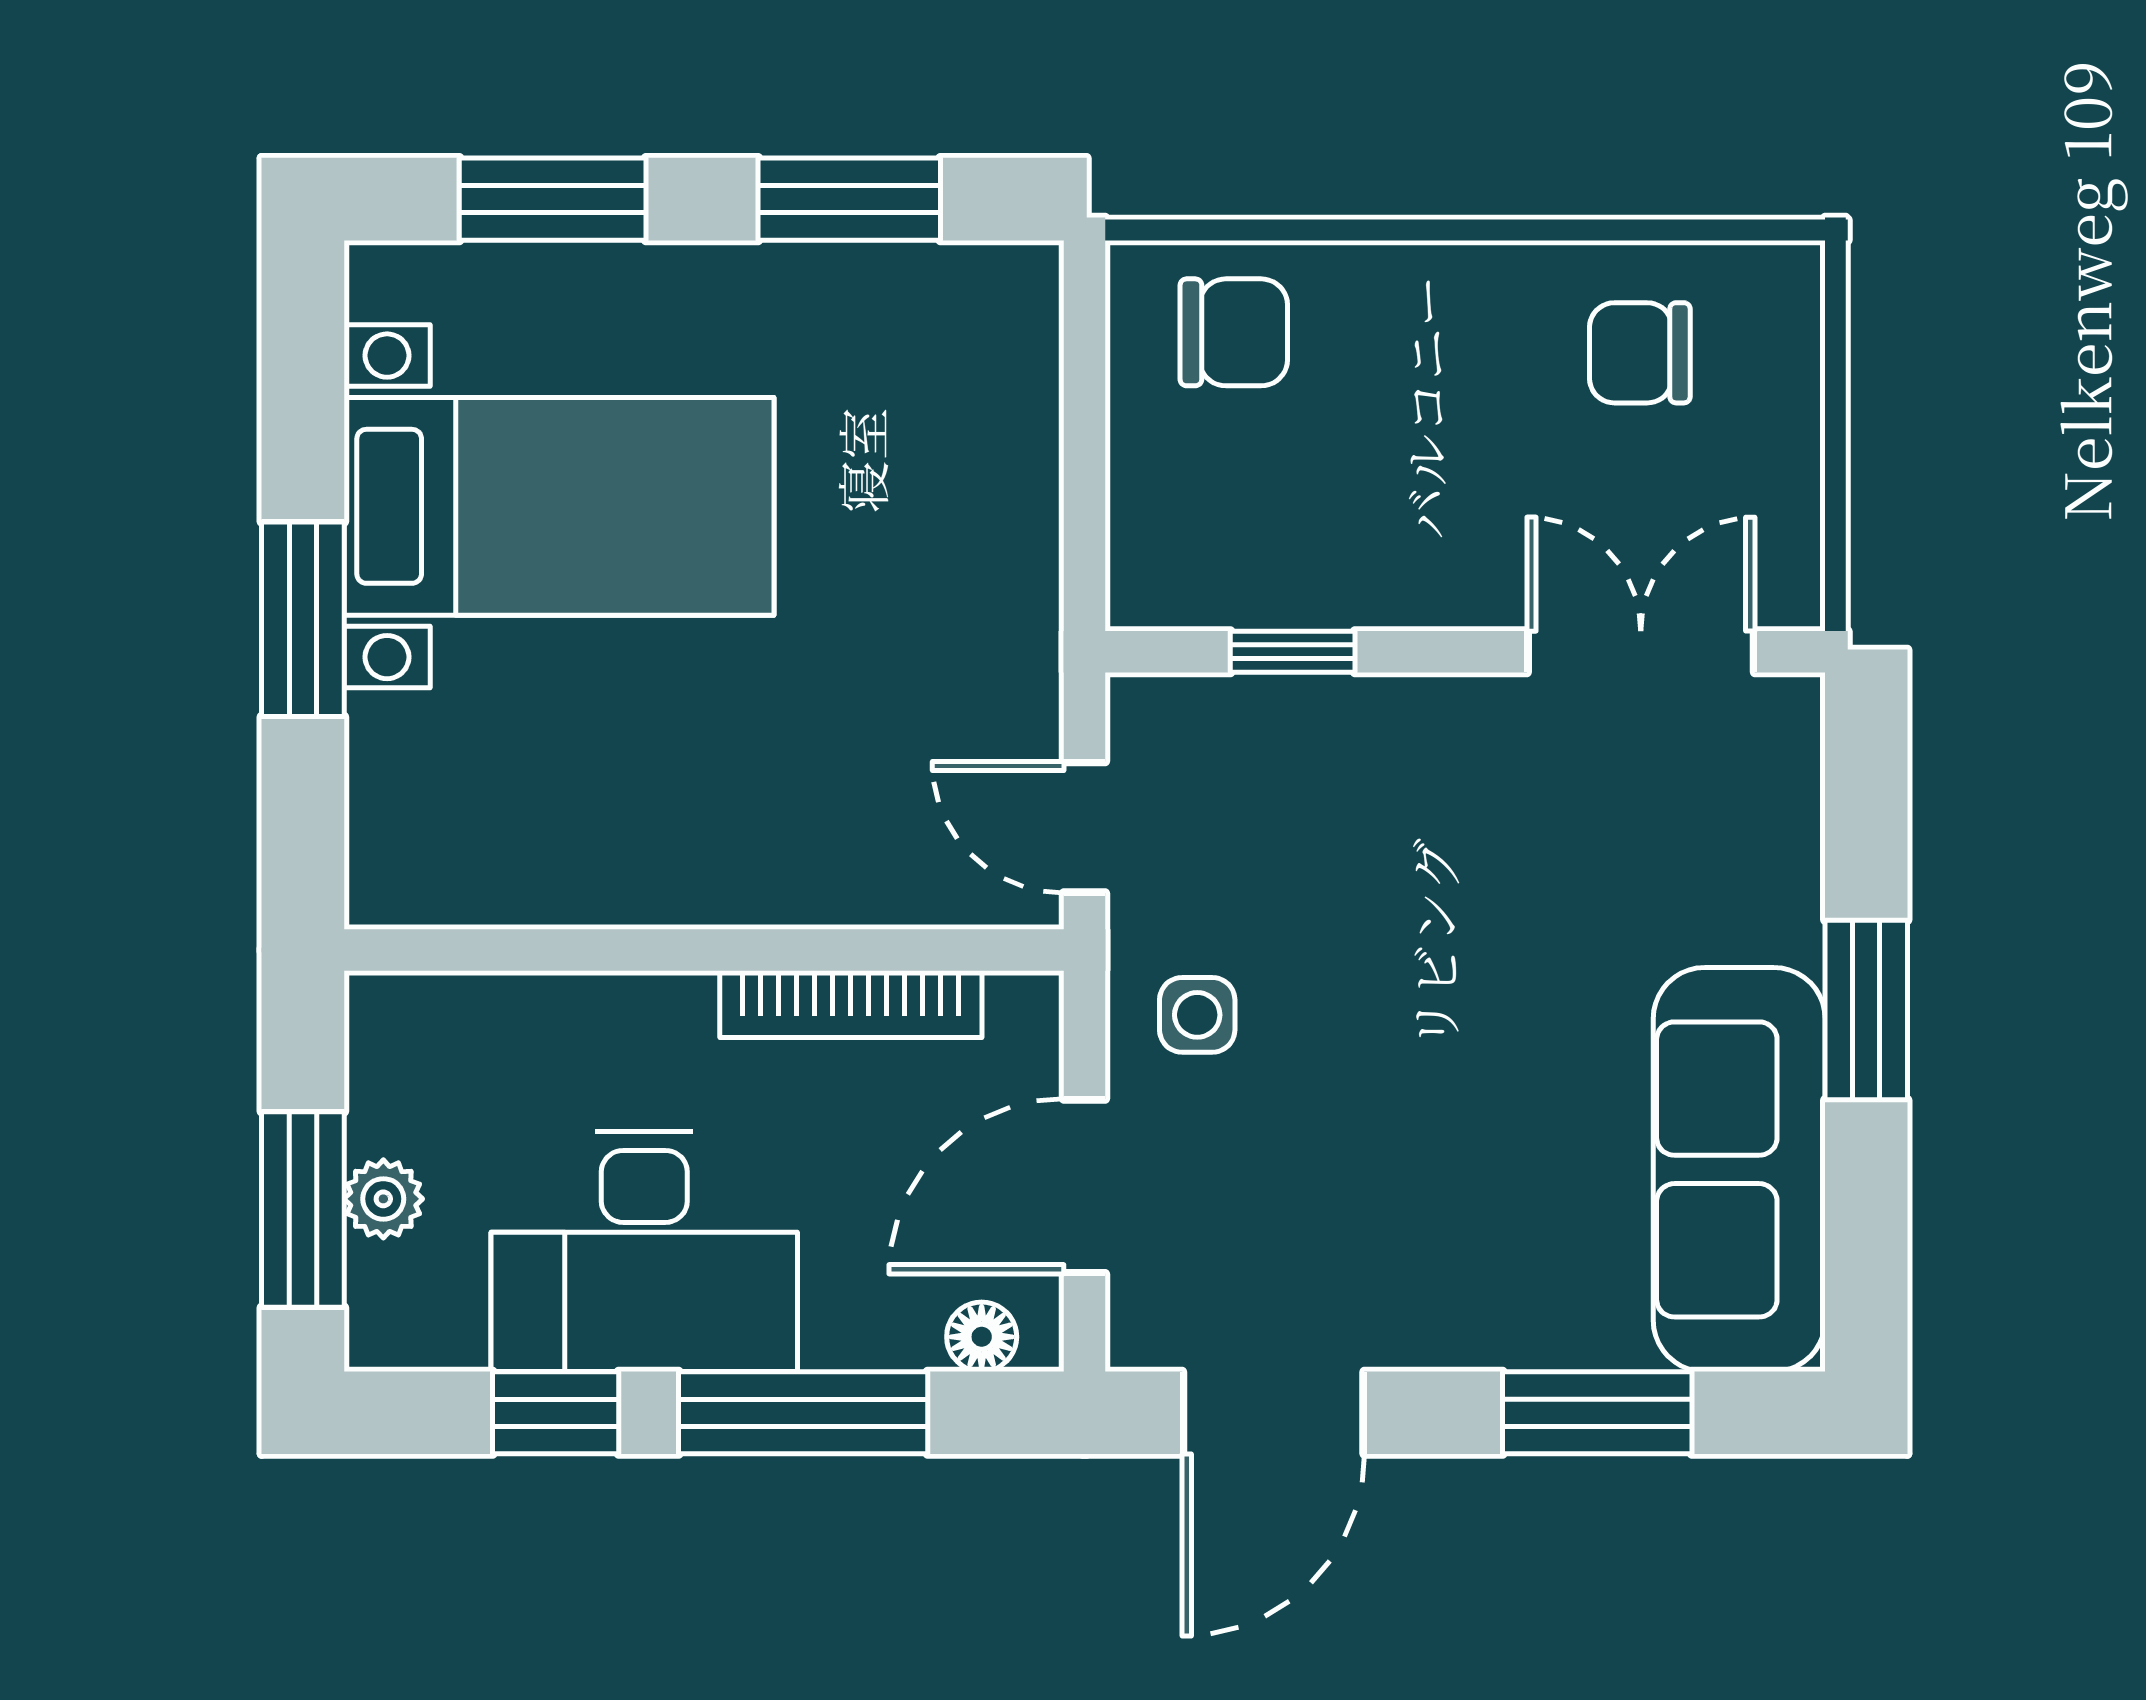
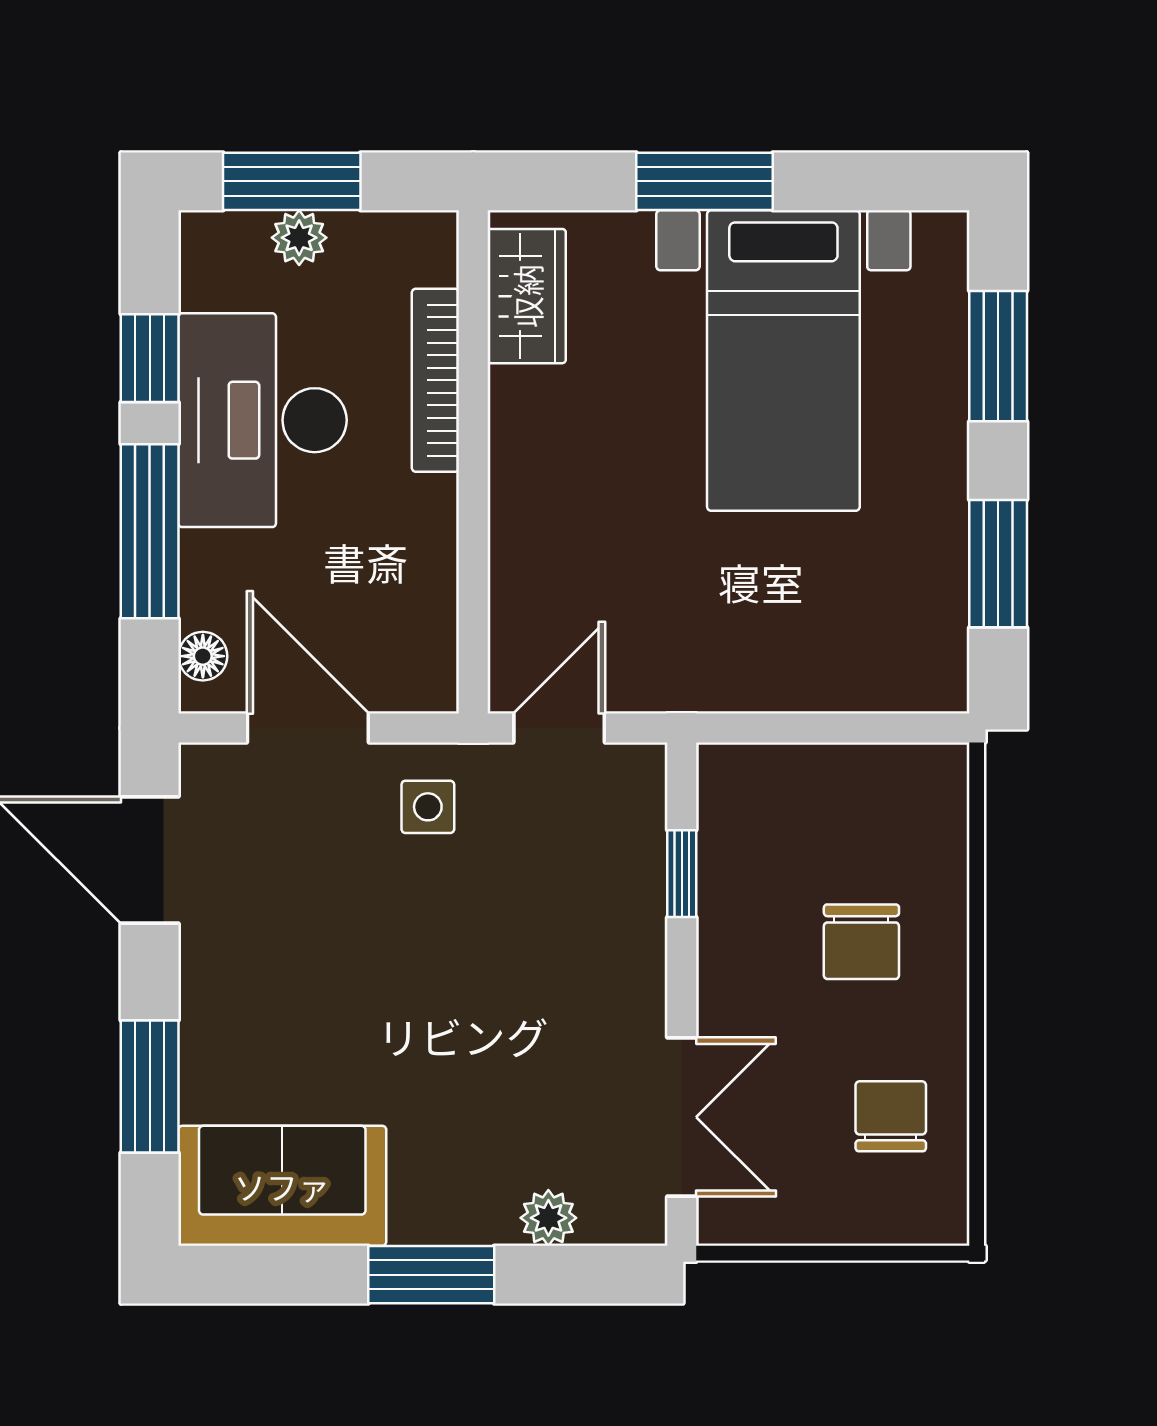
chair: (1234, 332) -> (861, 942), moved
plant: (1785, 842) -> (548, 1218), added
wardrobe: (467, 874) -> (527, 296), added
bookcase: (851, 1004) -> (435, 380), moved
sofa: (1739, 1169) -> (282, 1186), width x0.73

